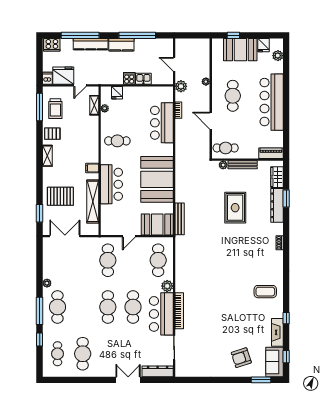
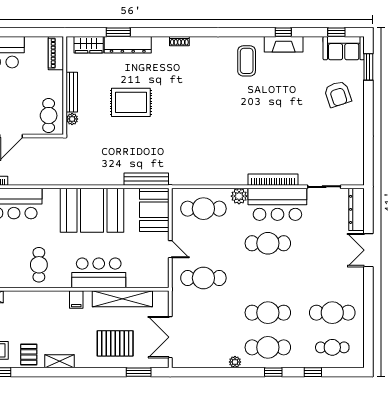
pallet: (60, 196) -> (115, 343), turned 90
cafe table: (108, 307) -> (268, 313), moved
window: (40, 311) -> (273, 372), width x0.46
fireplace: (277, 332) -> (284, 44), moved

